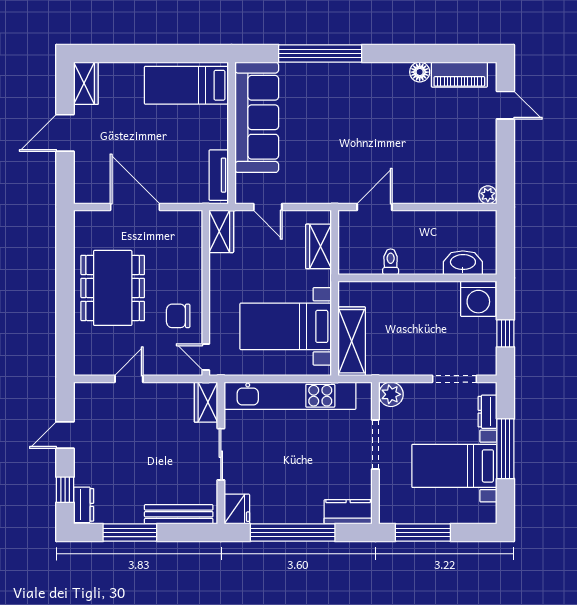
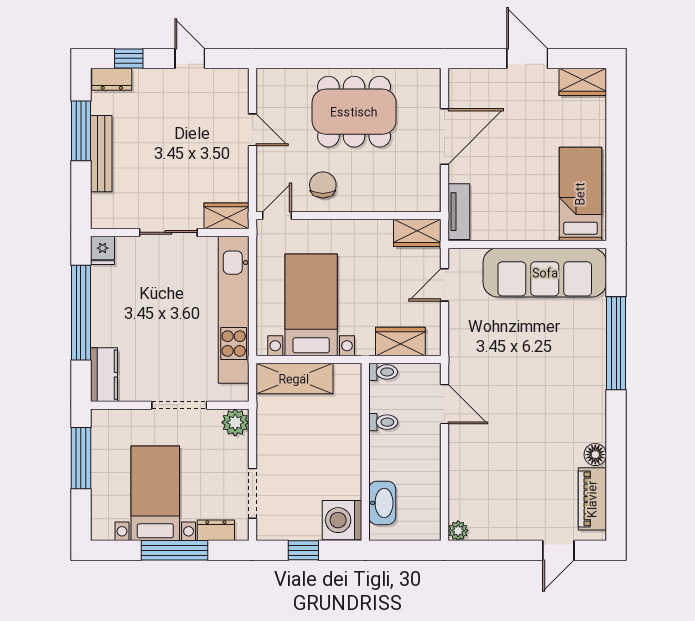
tv unit: (219, 175) -> (459, 212), moved, turned 90
toilet: (346, 262) -> (383, 372), added
fridge: (237, 509) -> (103, 250), width x0.72
bench: (179, 514) -> (101, 154), moved

